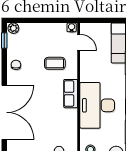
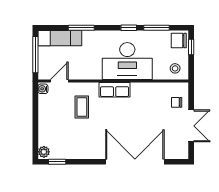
window: (103, 20) -> (35, 55), added
chair: (16, 65) -> (83, 149), removed

